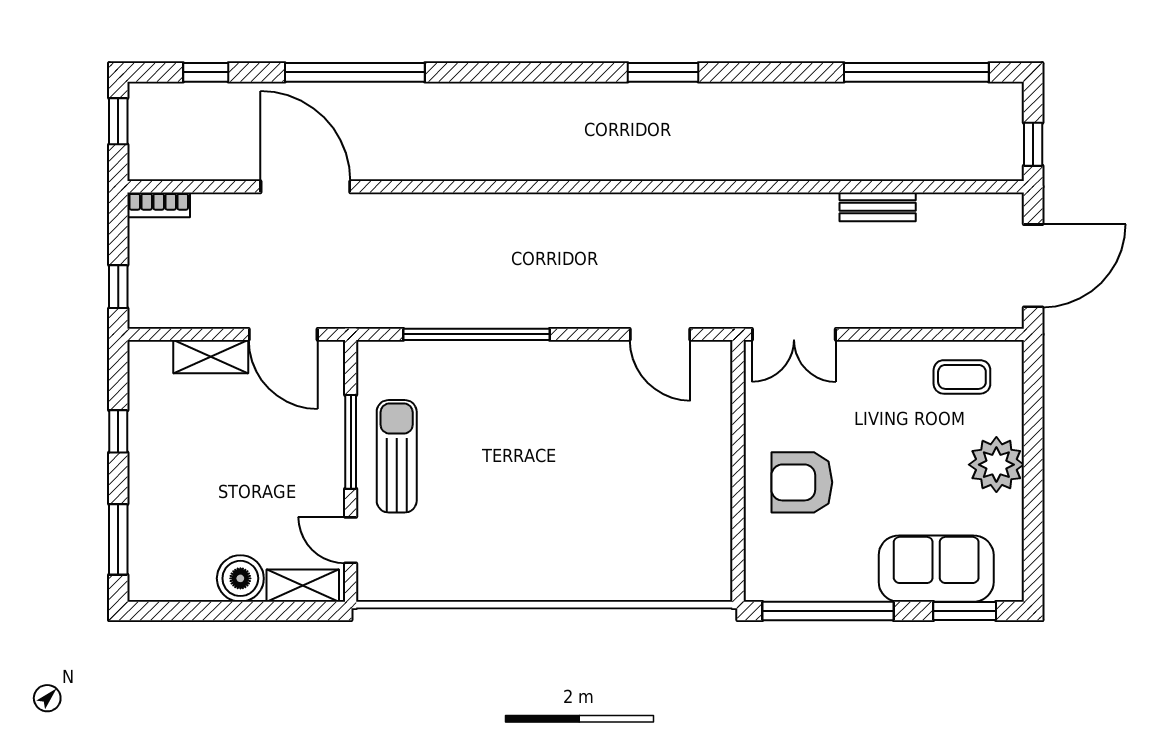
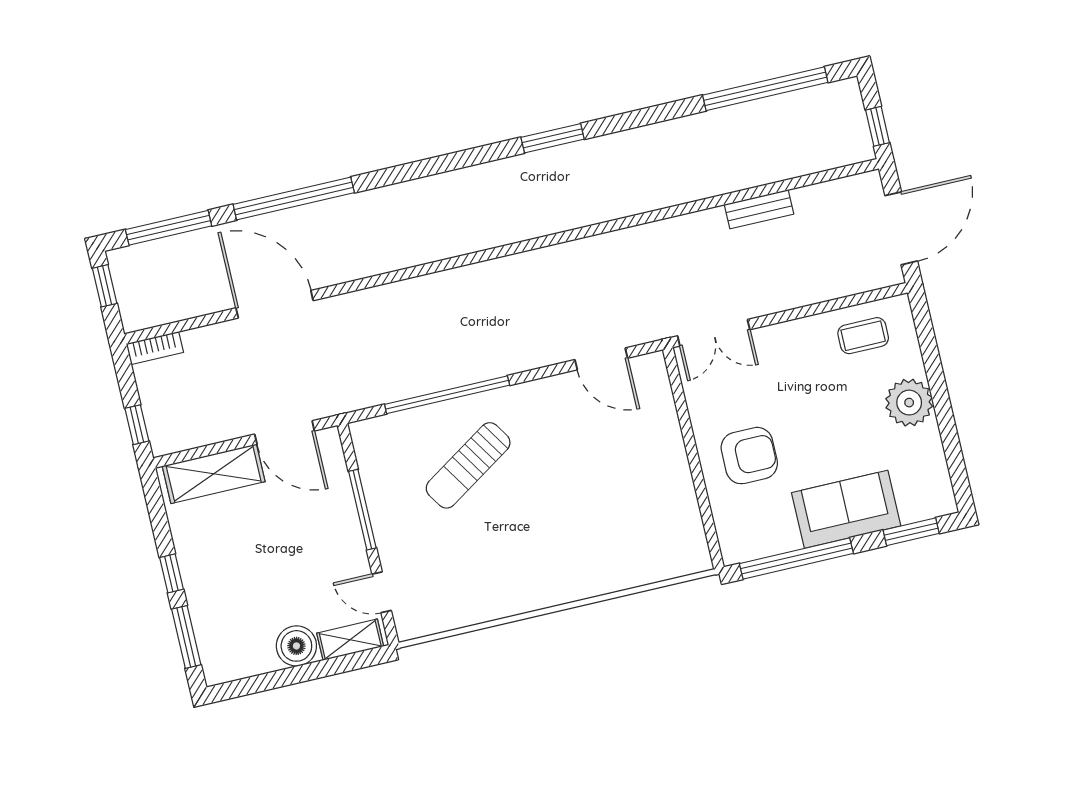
window: (206, 72) -> (169, 228), width x2.17
shelving: (211, 357) -> (214, 474), width x1.50, depth x1.33
window: (118, 431) -> (171, 573), moved
sun lounger: (397, 456) -> (468, 465), moved, turned -123
armchair: (802, 482) -> (749, 456), turned 180
sofa: (936, 569) -> (846, 509), moved

